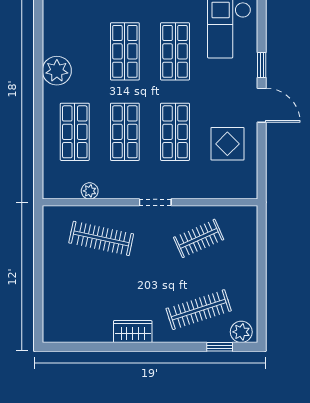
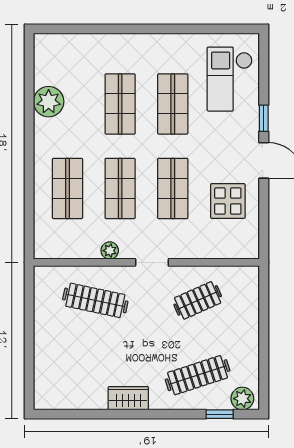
plant: (57, 71) -> (49, 102), moved
plant: (90, 191) -> (110, 251), moved

